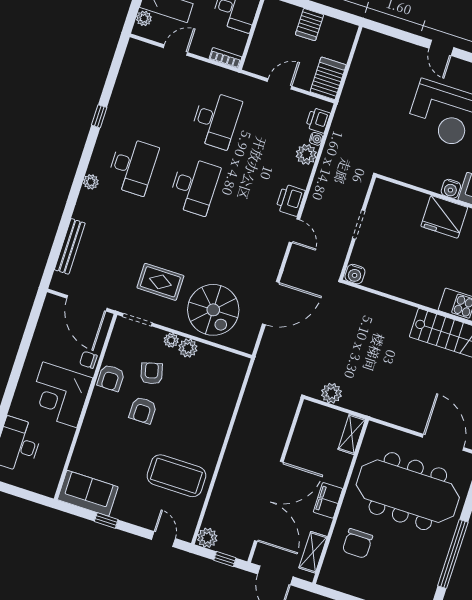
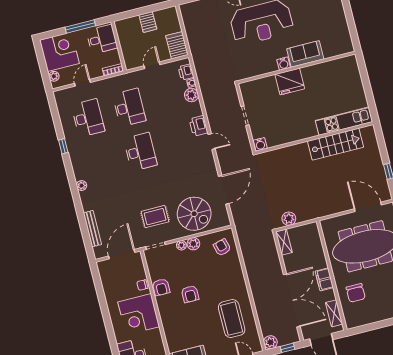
desk: (132, 166) -> (88, 118), moved
door: (87, 303) -> (122, 254), swing flipped
armchair: (152, 373) -> (222, 247), moved
shelving: (352, 434) -> (284, 242), moved
coffee table: (176, 476) -> (232, 319), turned 90

